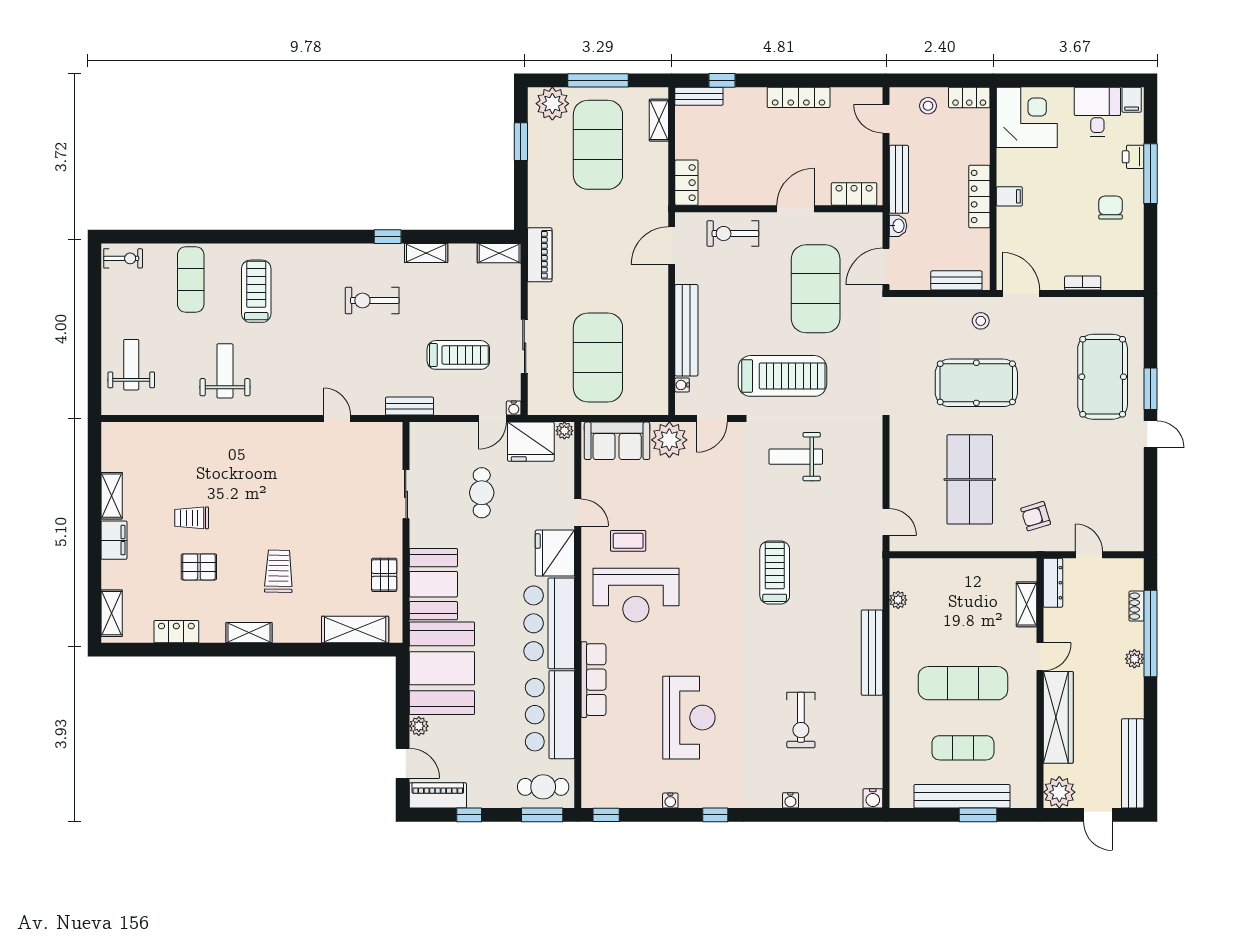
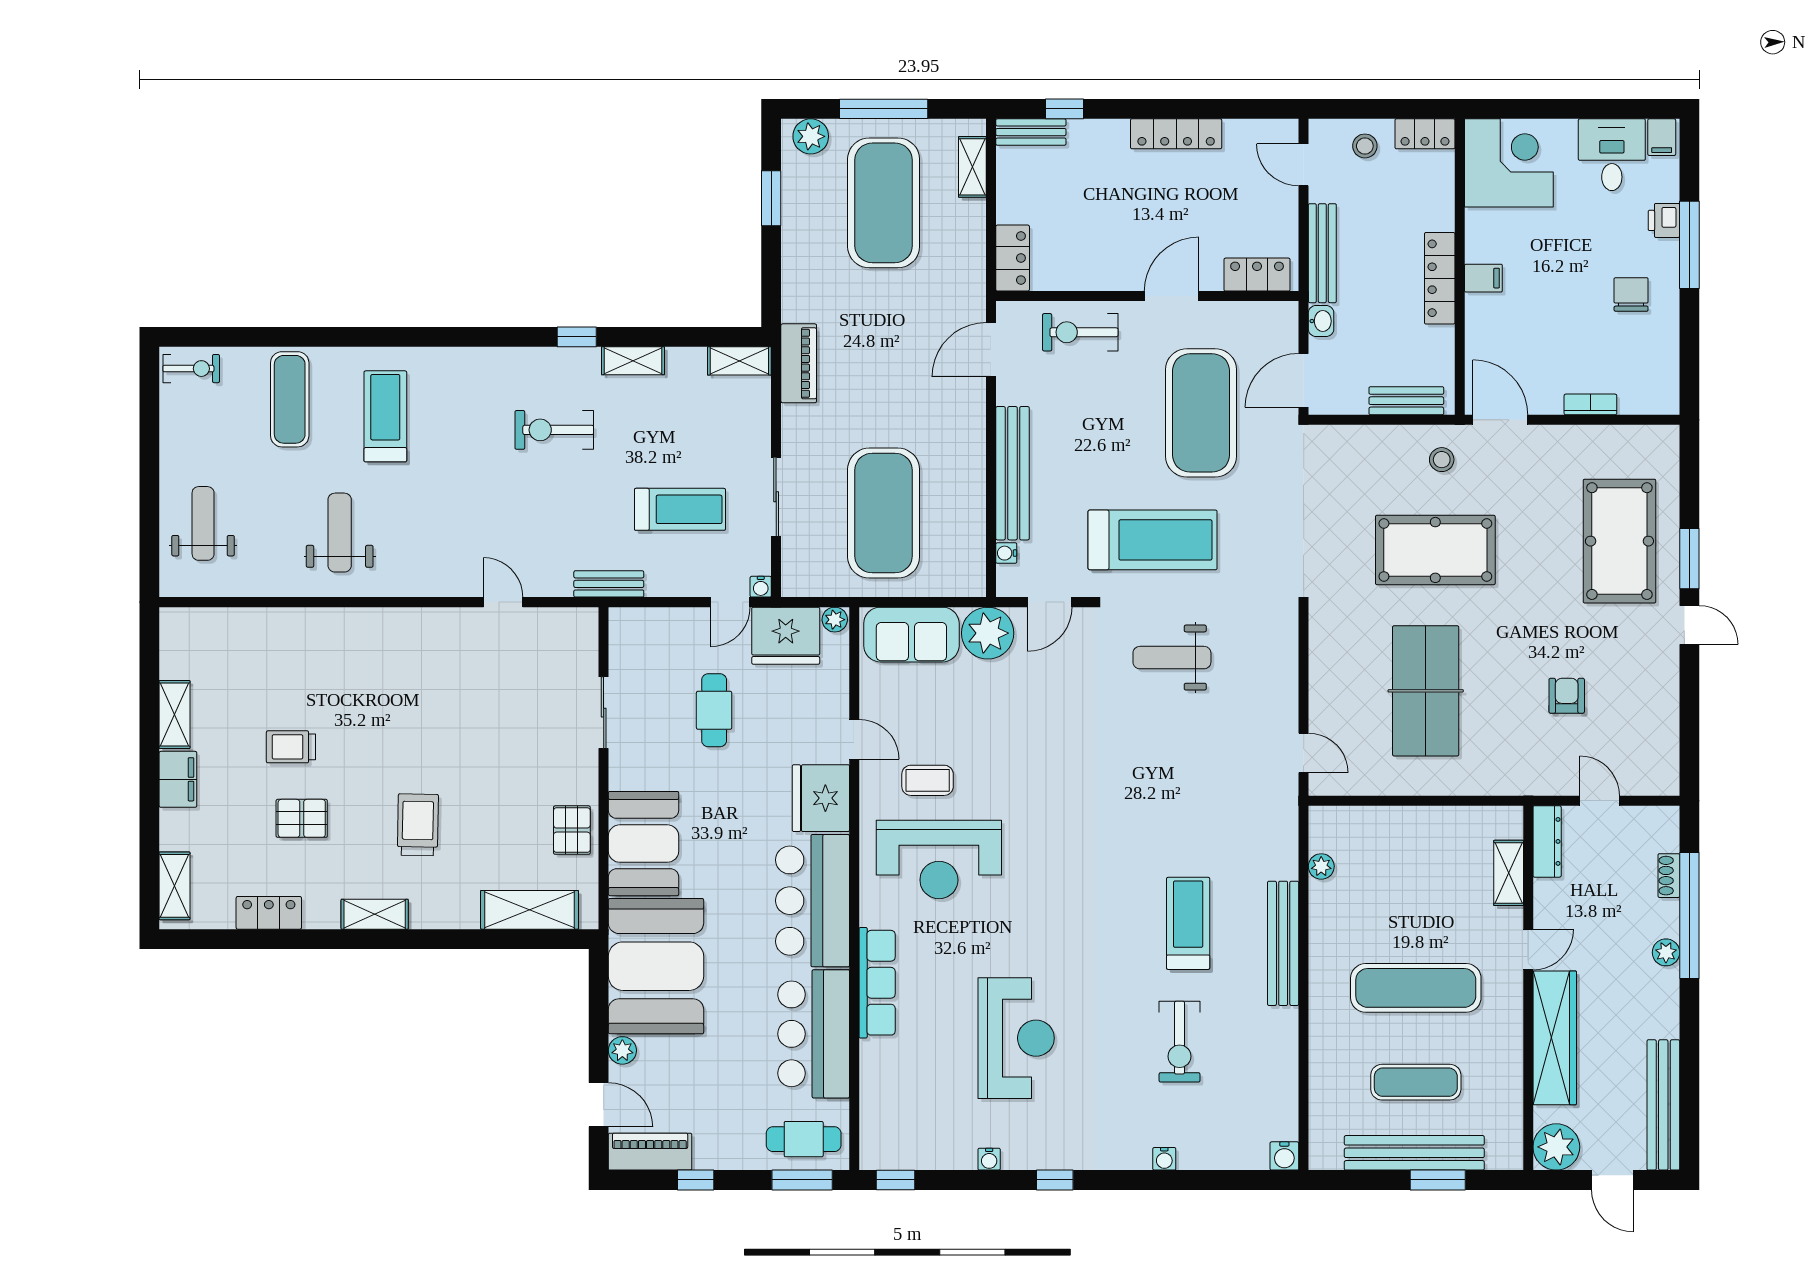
plant: (552, 104) -> (811, 136), width x0.73, depth x0.73
armchair: (1036, 516) -> (1567, 696), moved, turned 107
treadmill: (775, 572) -> (1188, 923), moved

